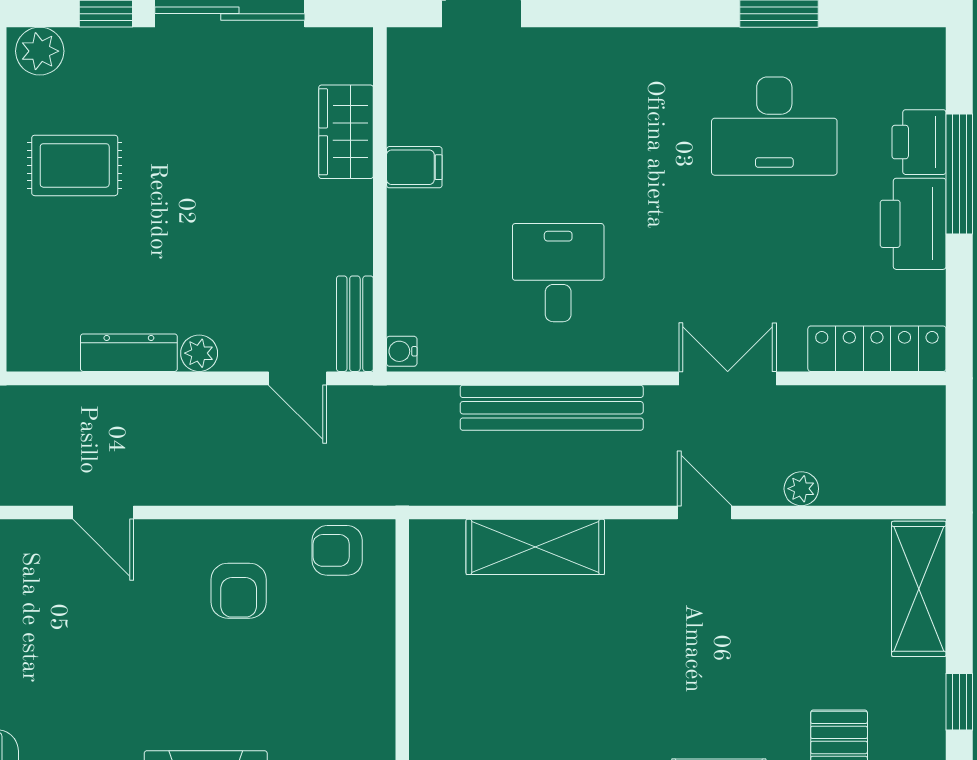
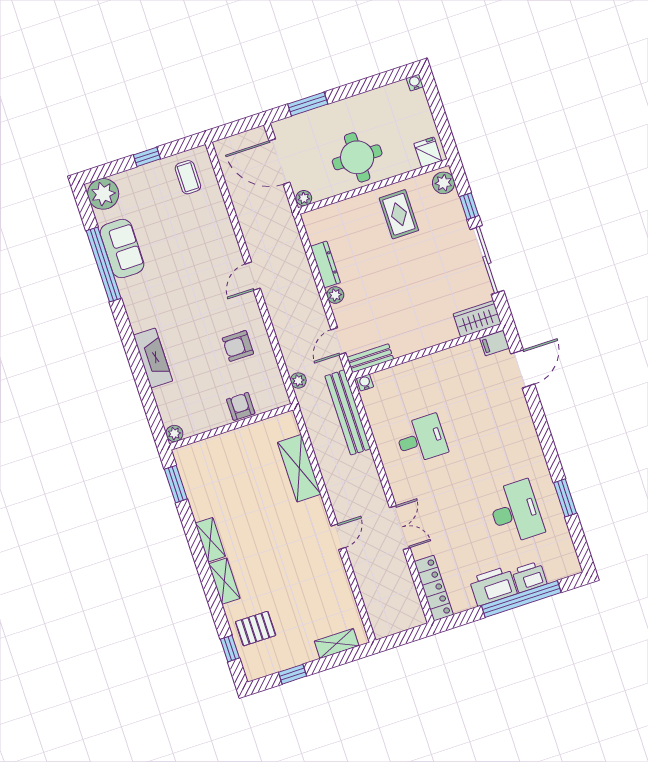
desk: (774, 126) -> (516, 512), turned 180
wardrobe: (346, 132) -> (477, 319), moved
filing cabinet: (414, 167) -> (494, 343), moved, turned 90
window: (959, 174) -> (521, 599), width x1.46
bench: (552, 408) -> (348, 412), moved
plant: (801, 489) -> (298, 381), moved
armchair: (337, 550) -> (241, 406), moved
shelving: (919, 589) -> (337, 643), width x0.67, depth x0.75

